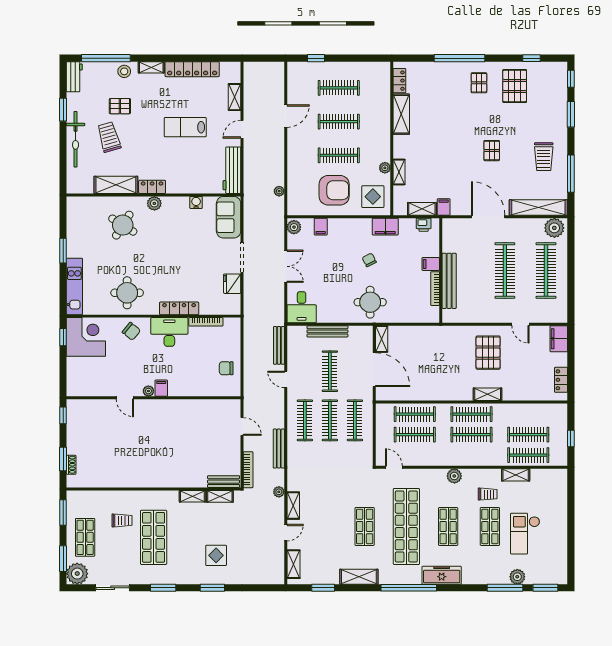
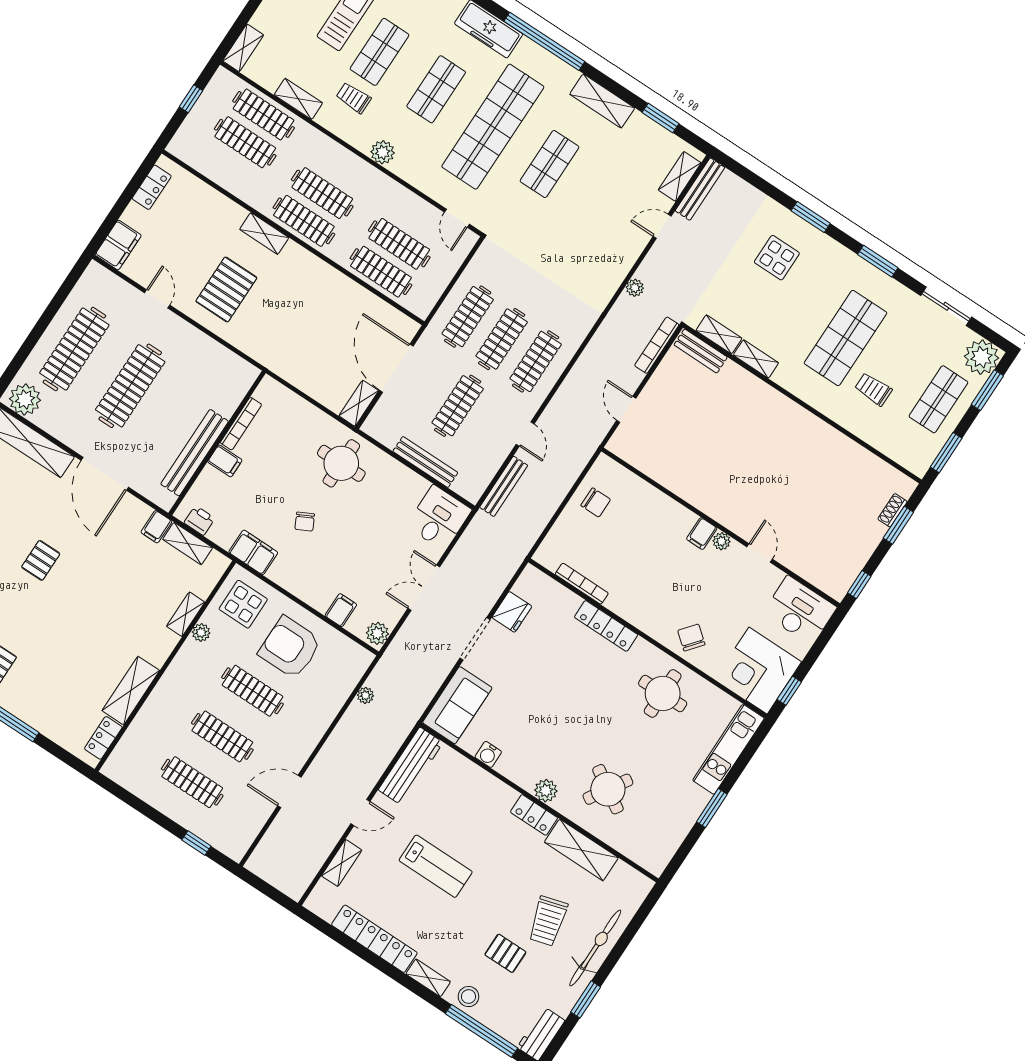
bench: (449, 281) -> (195, 453), moved
desk: (169, 332) -> (800, 610), moved, turned 180
bench: (279, 449) -> (700, 189), moved
shelving: (293, 506) -> (243, 48), moved

